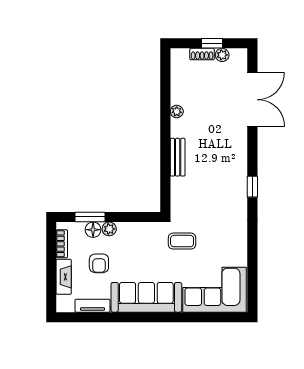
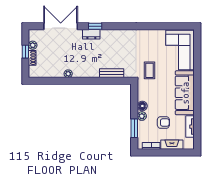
dresser: (240, 148) -> (91, 34), added
bench: (178, 157) -> (112, 73), moved
window: (252, 187) -> (95, 26), moved
floor lamp: (93, 230) -> (142, 106), moved

